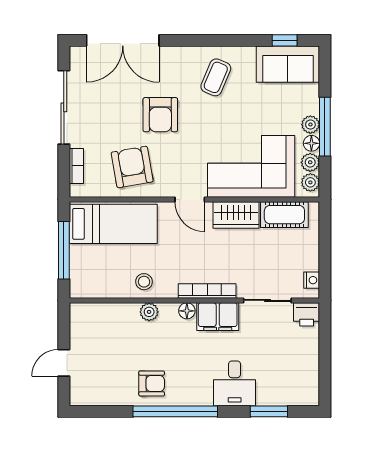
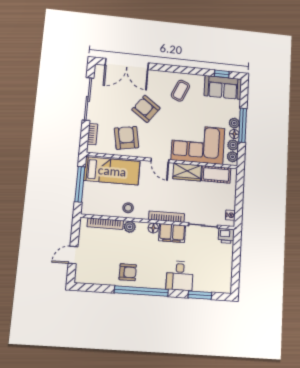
armchair: (160, 115) -> (146, 109), turned 126
bookcase: (110, 310) -> (105, 224), added

